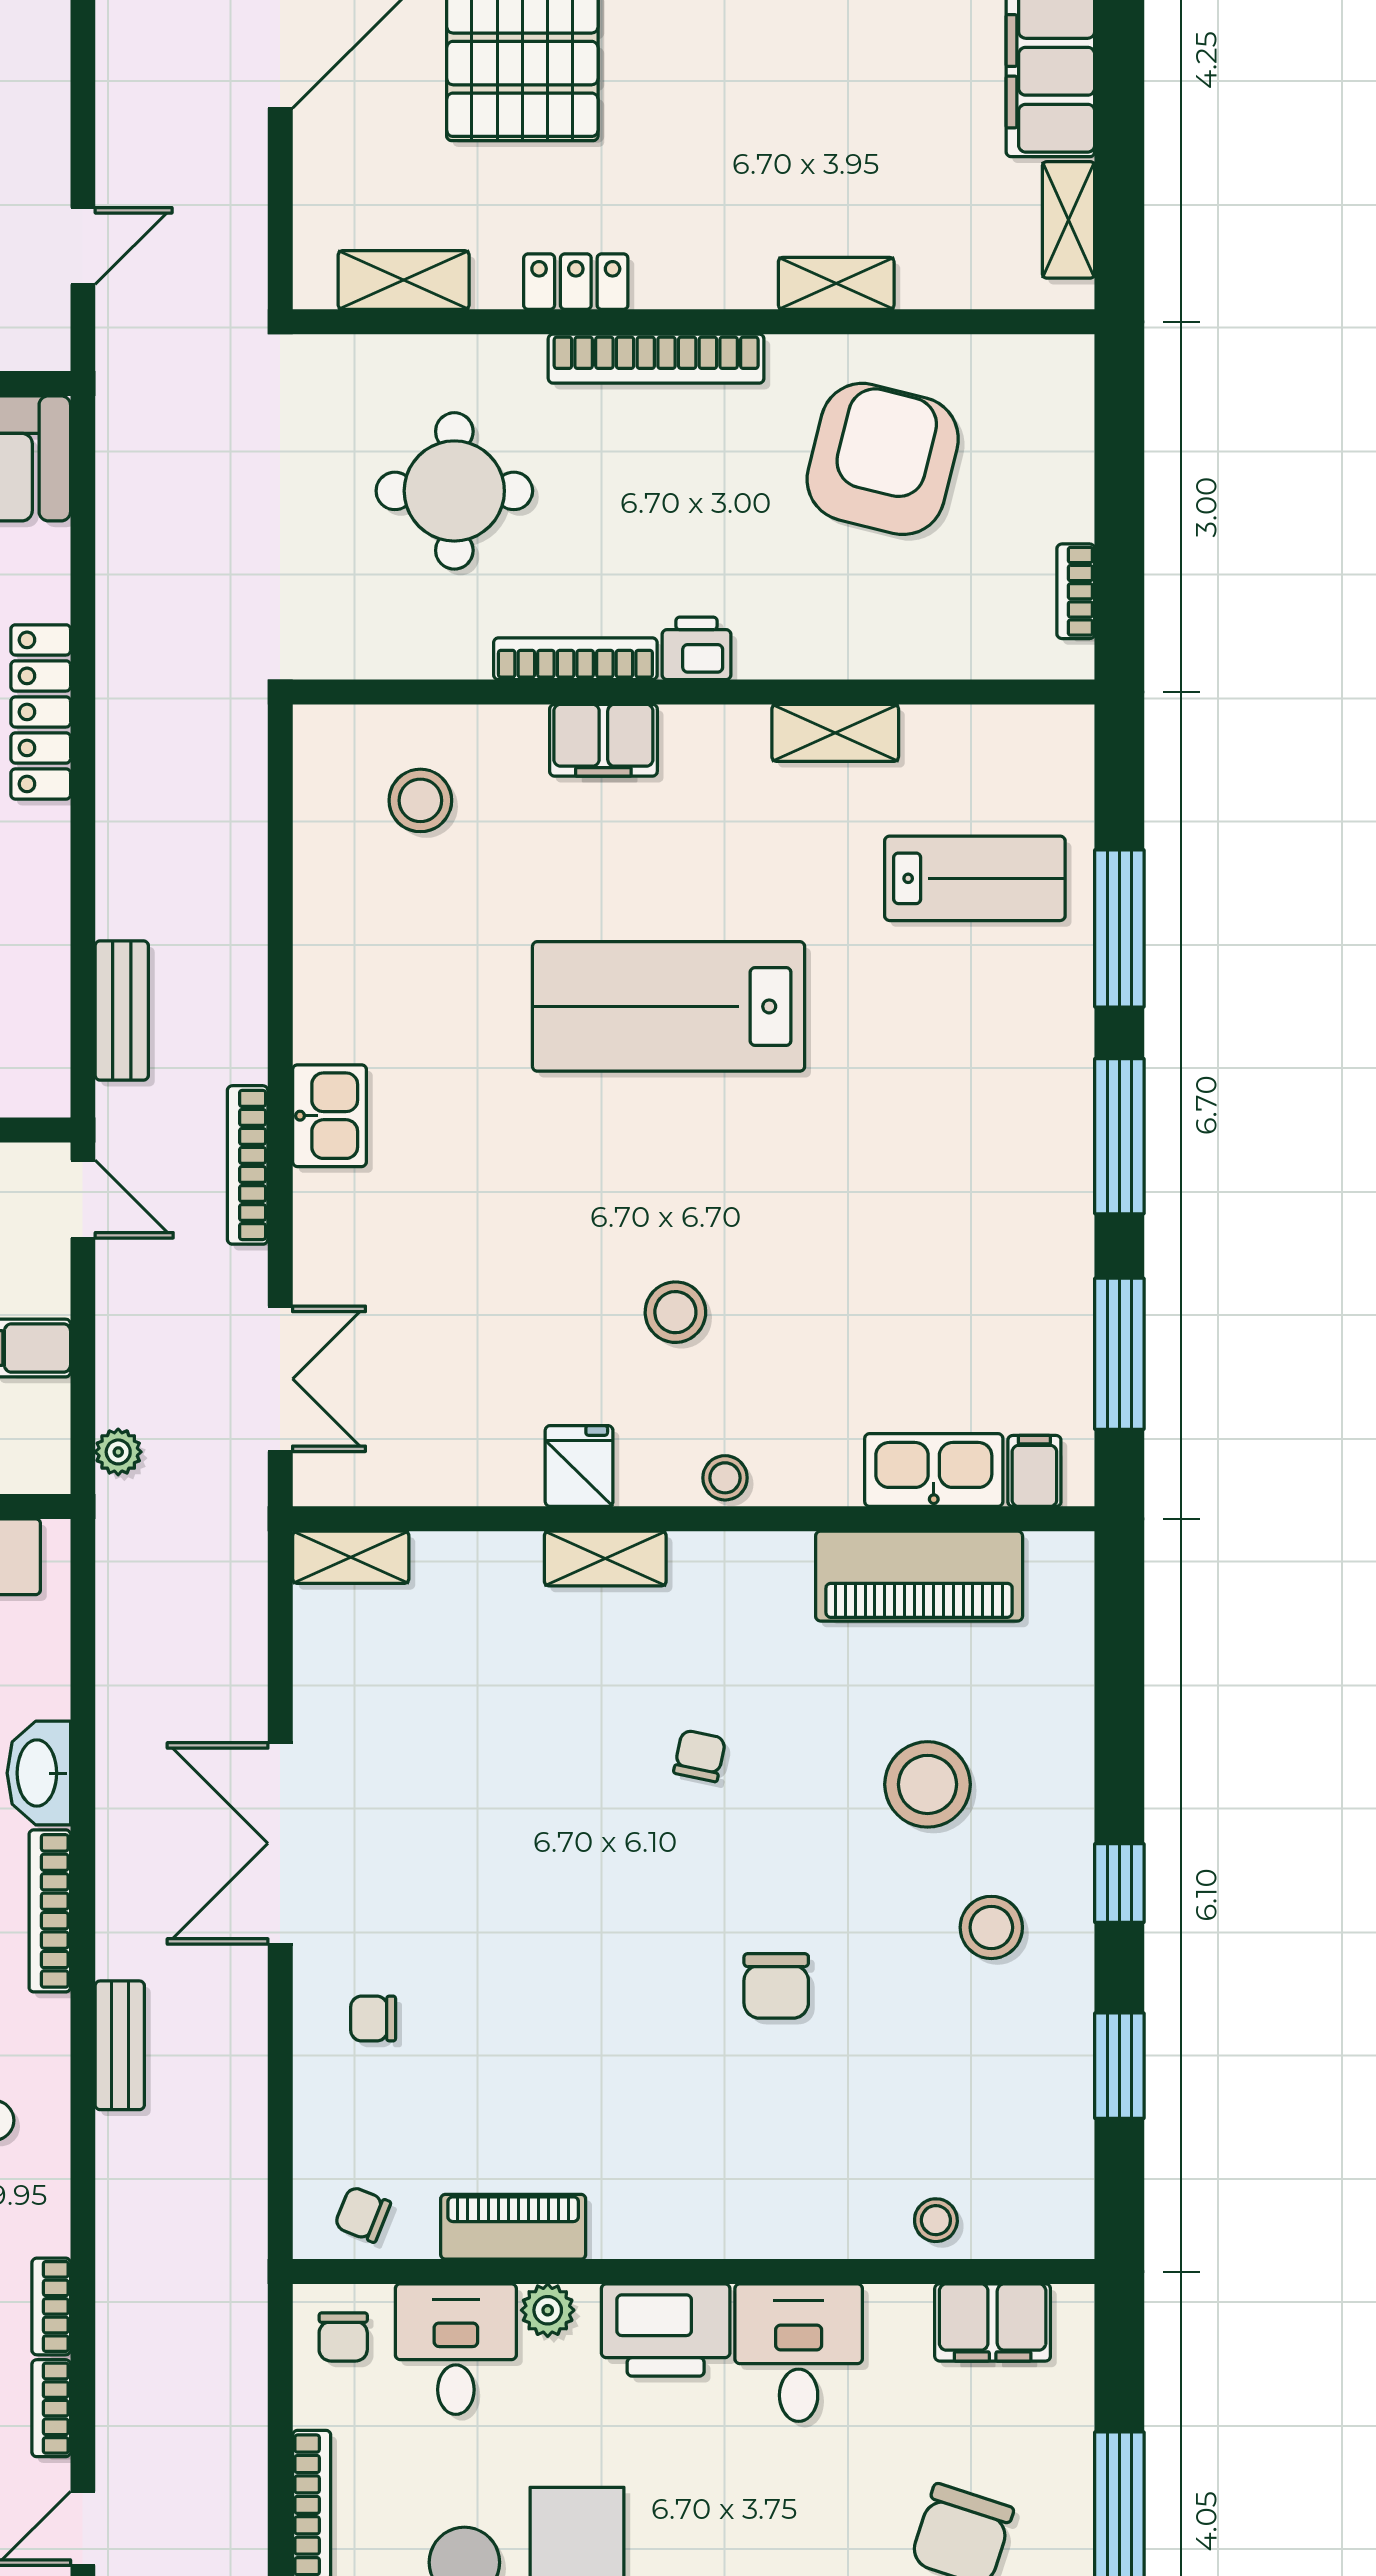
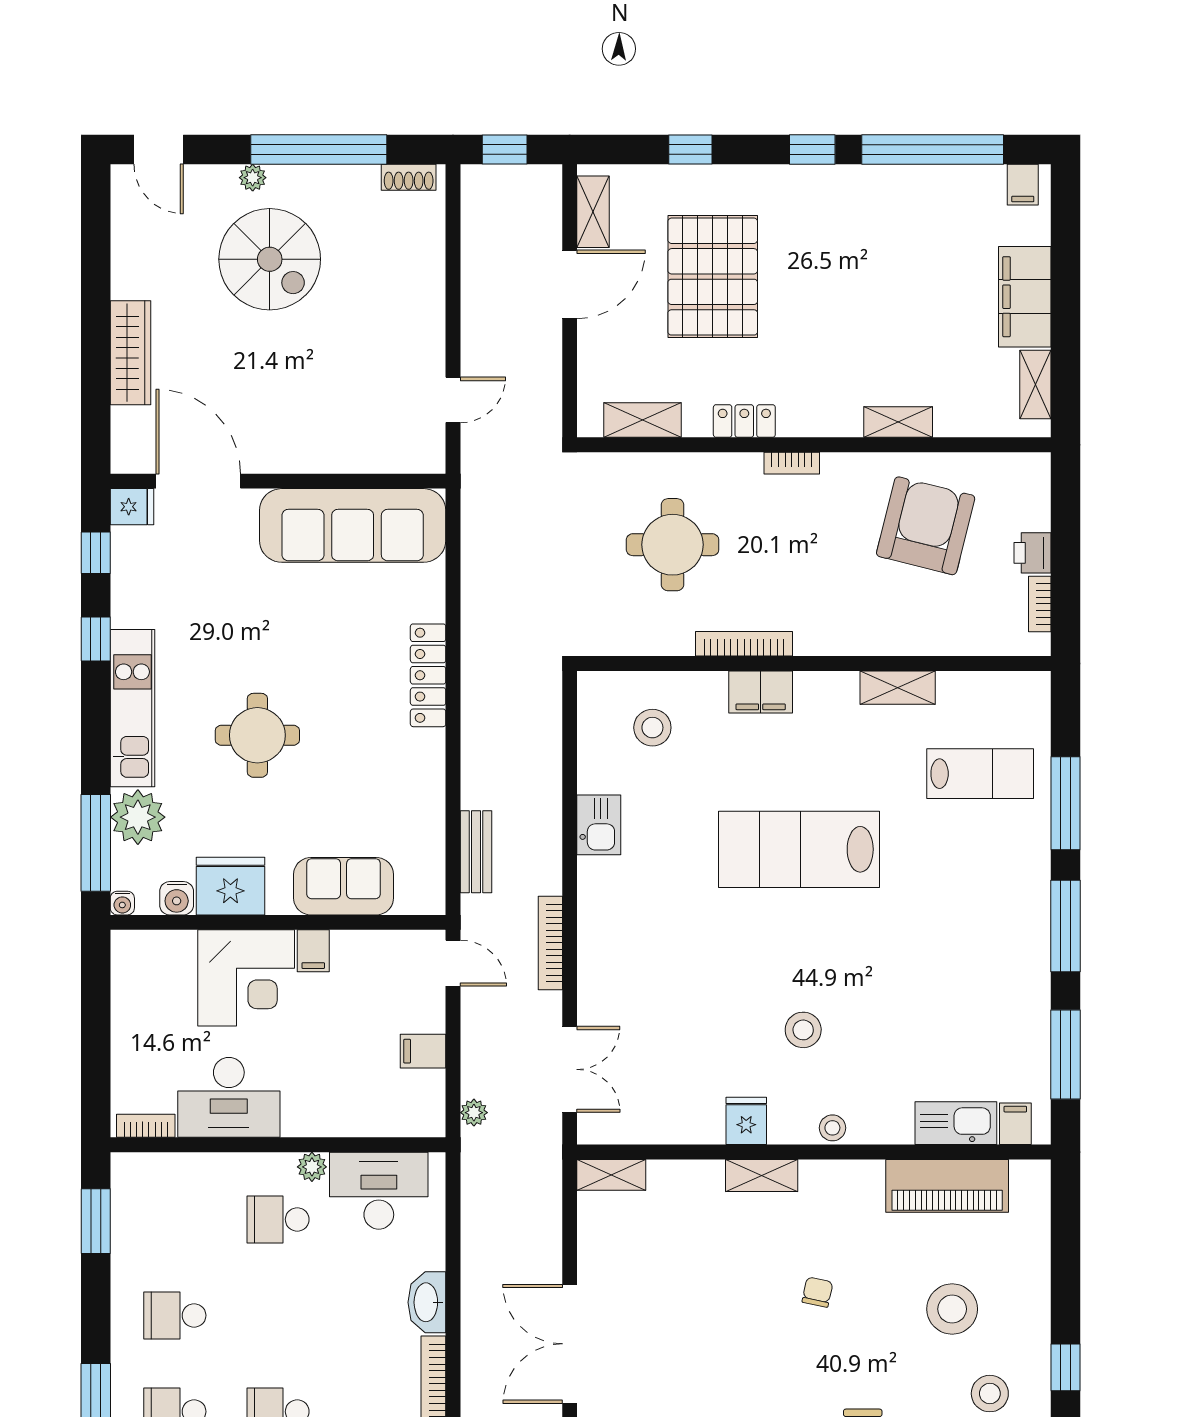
bookcase: (656, 359) -> (792, 463), width x0.43, depth x0.76
printer: (696, 648) -> (1032, 553), moved, turned -90
kitchen sink: (330, 1116) -> (599, 825), moved

